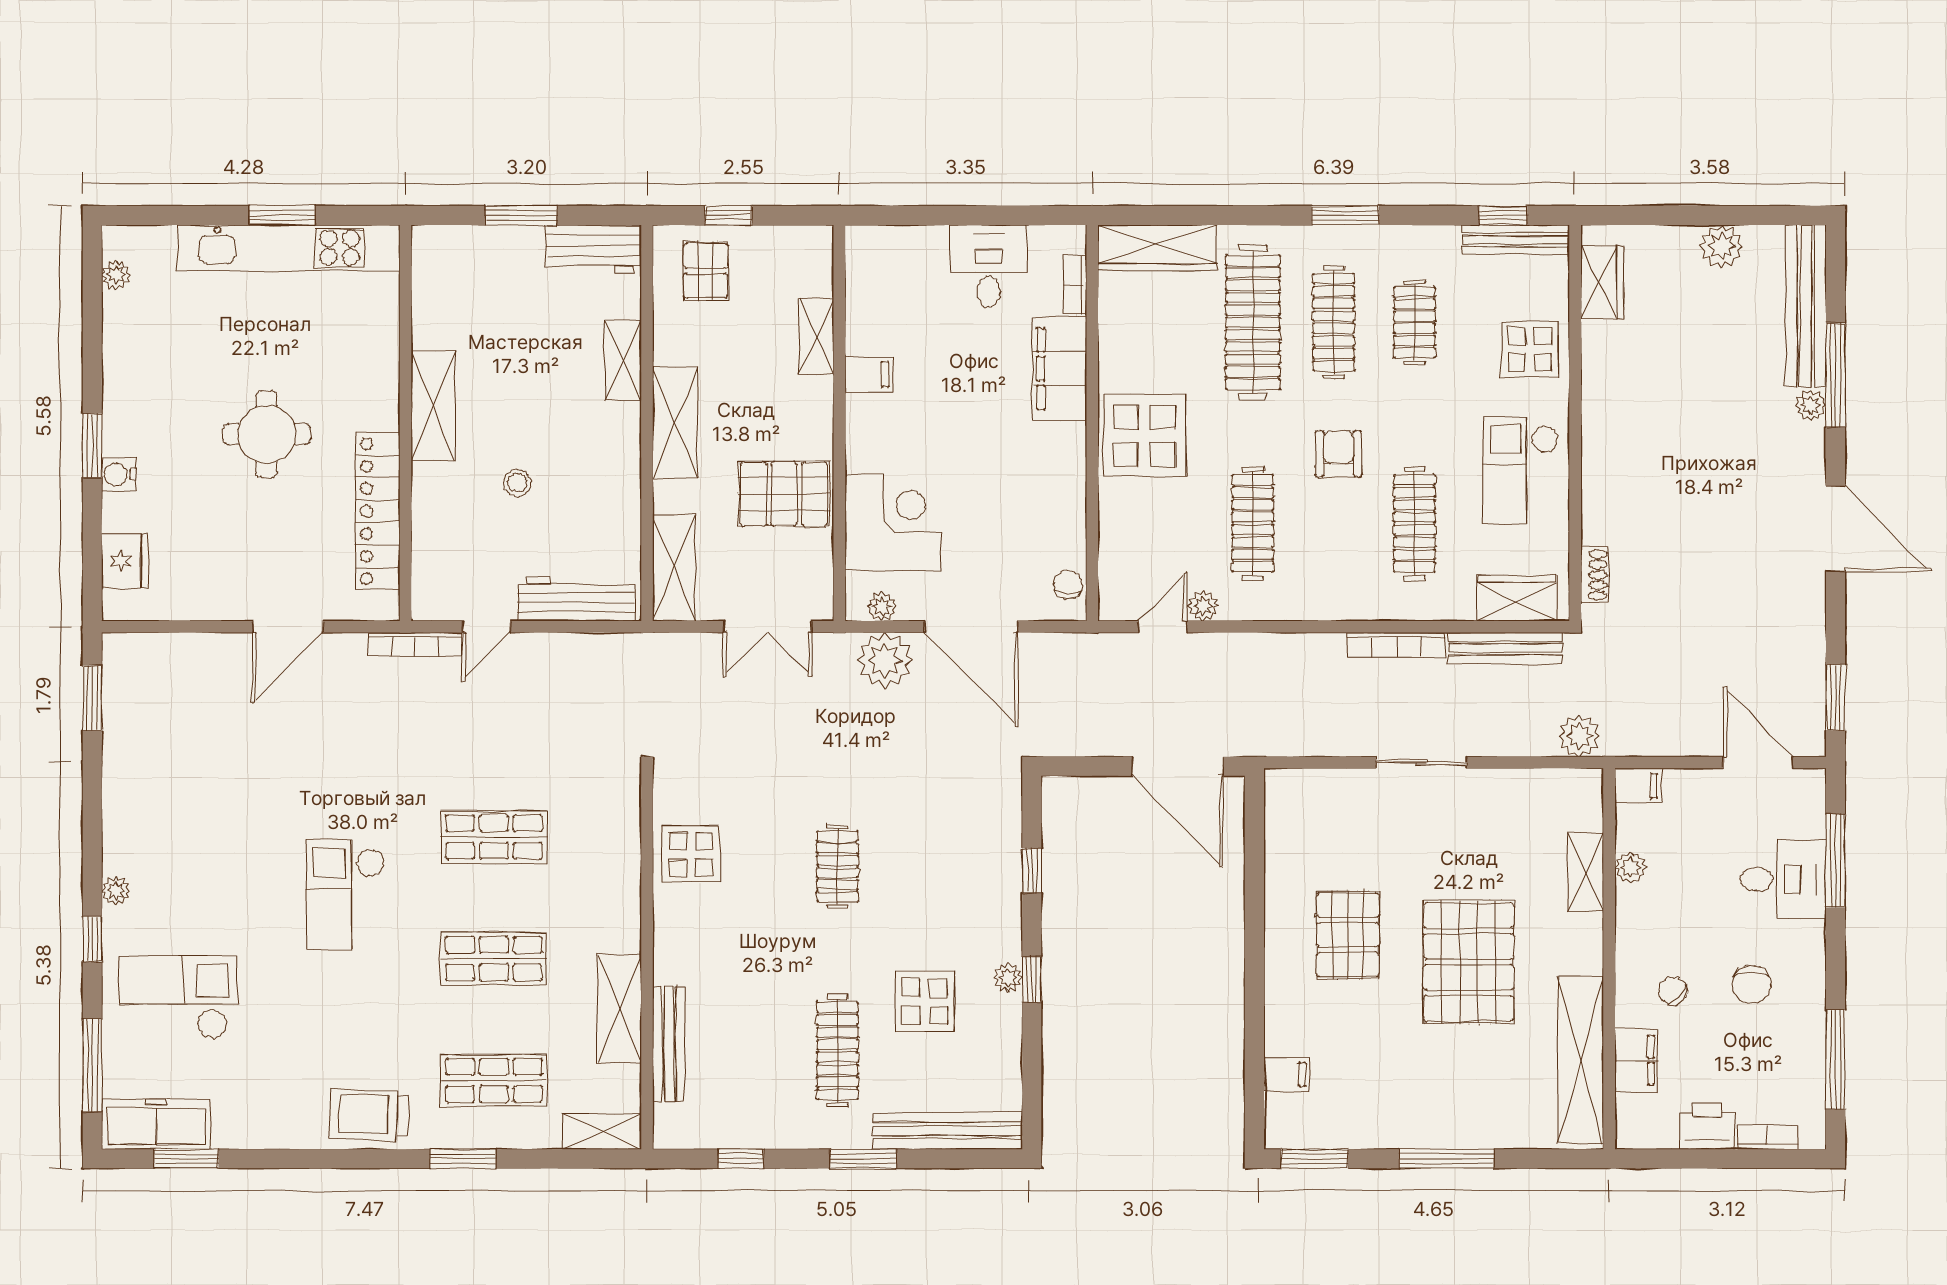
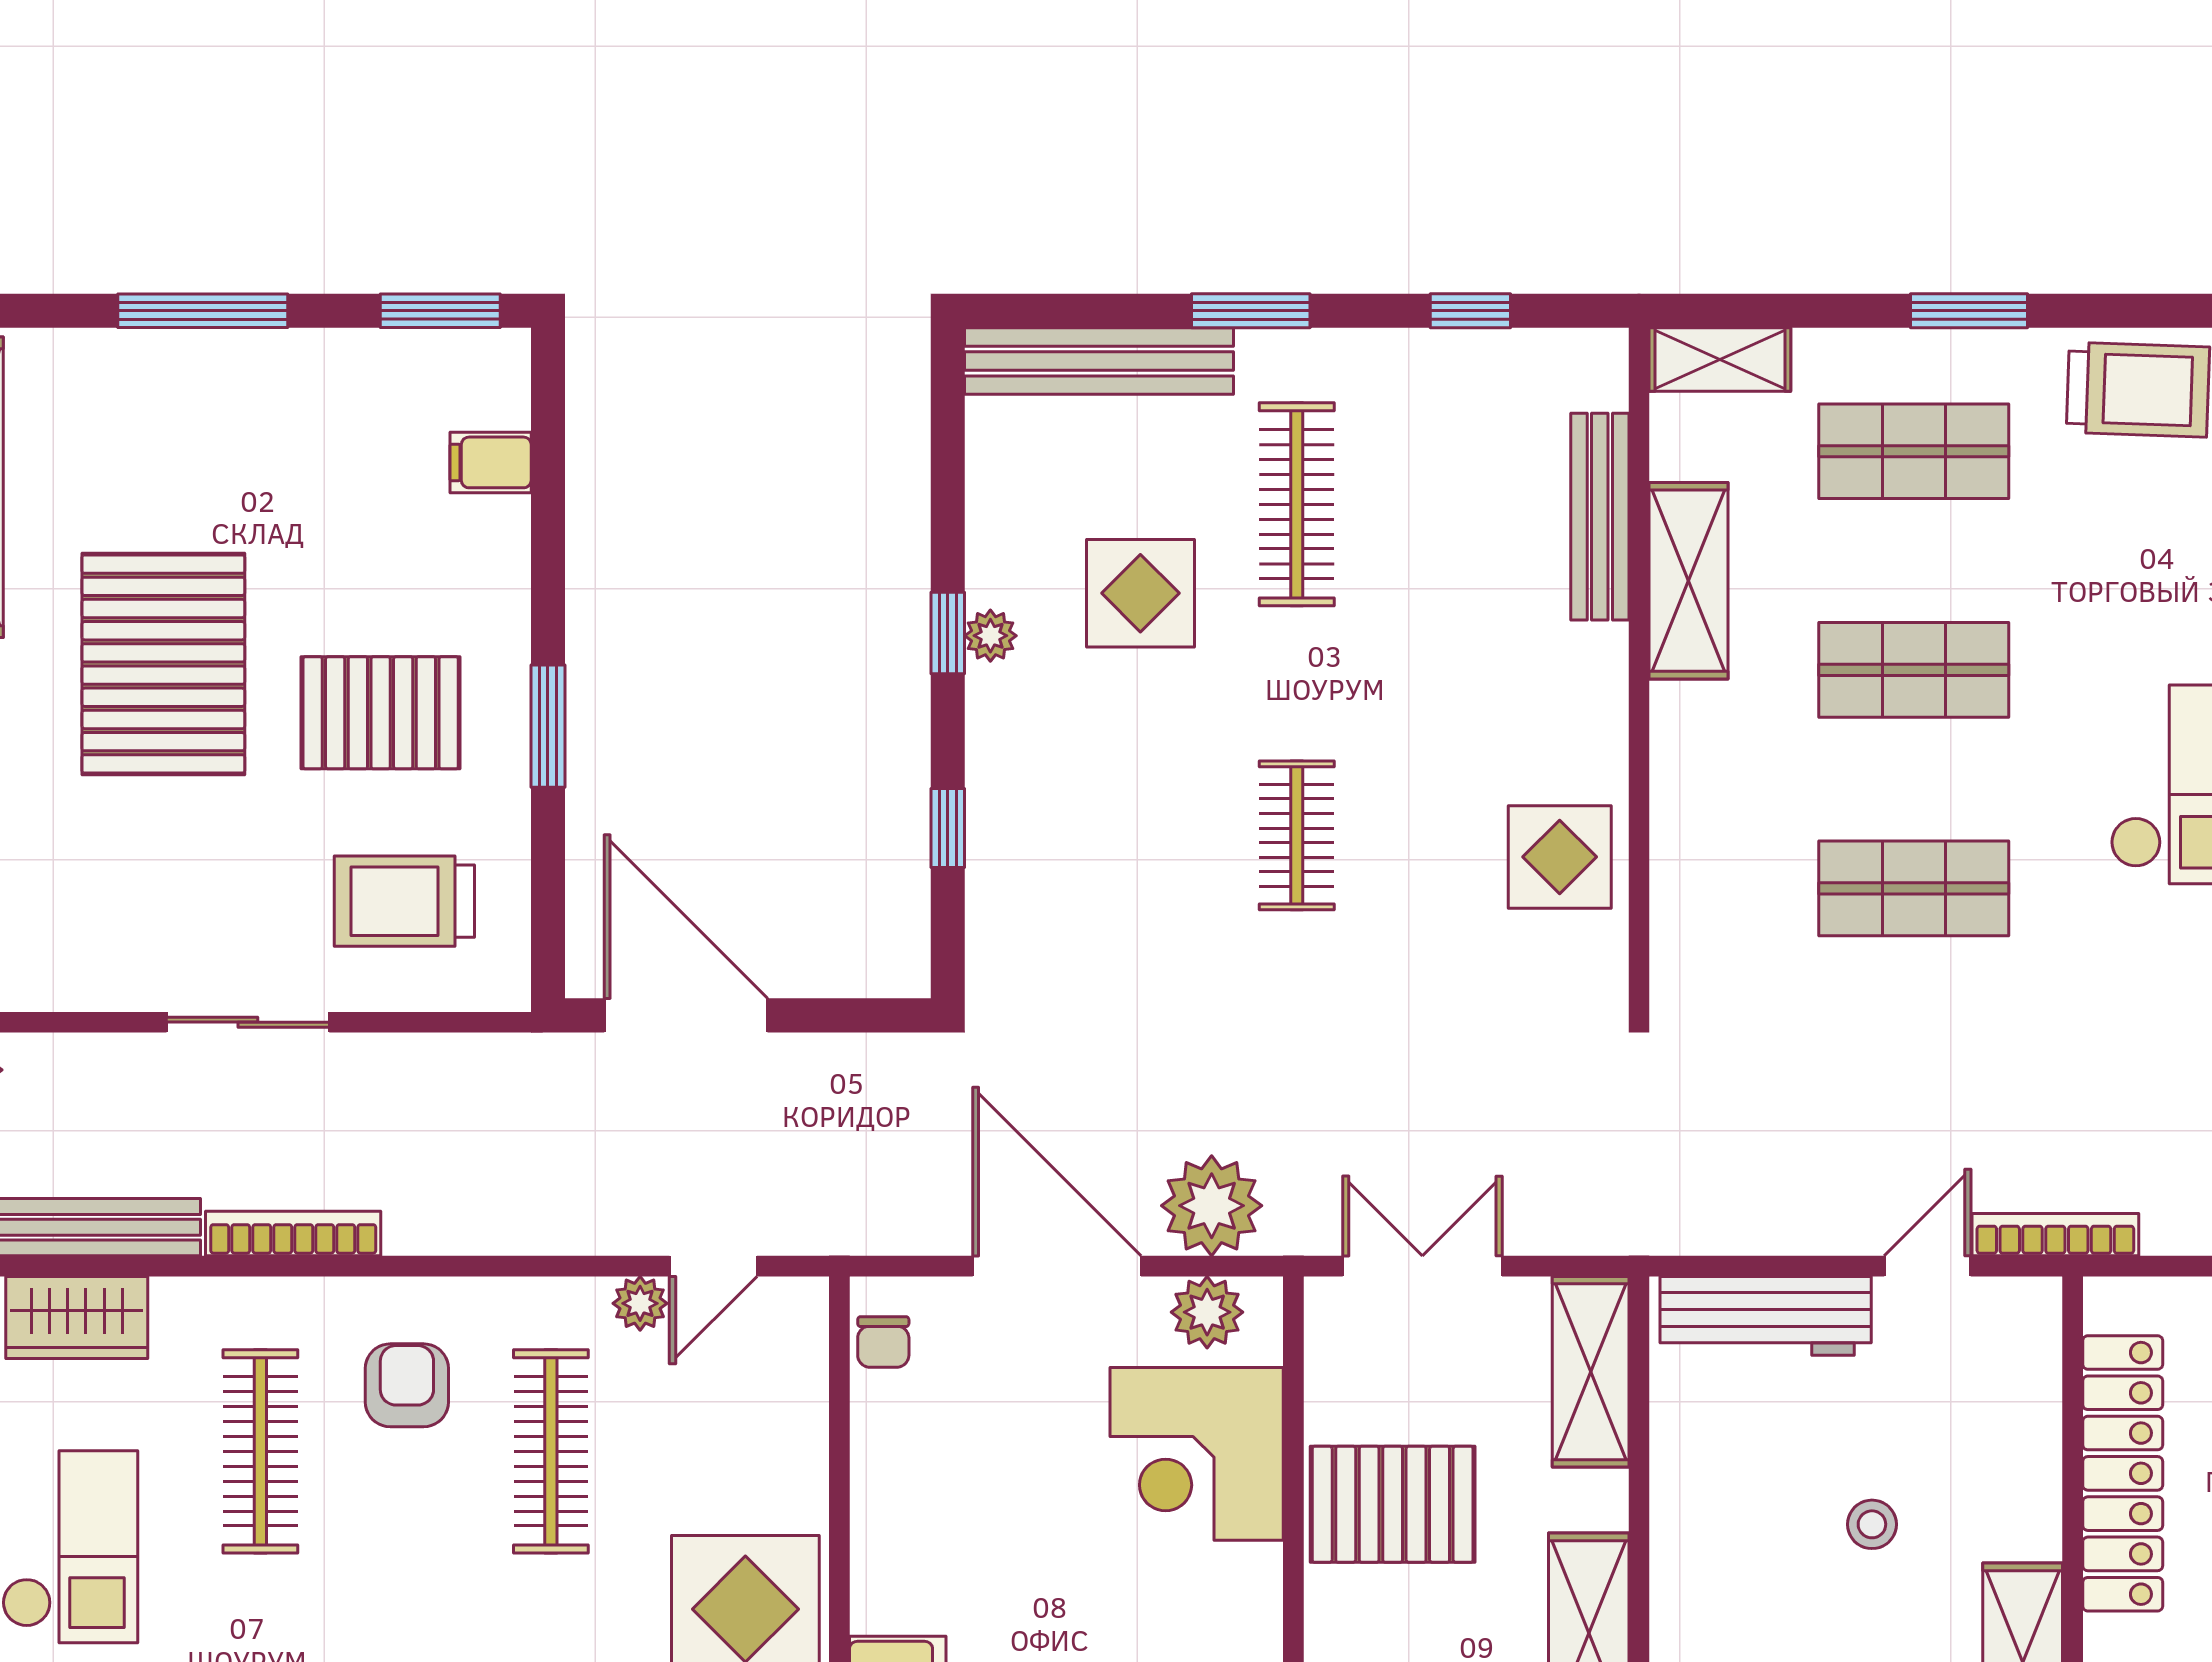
armchair: (1339, 454) -> (407, 1385), moved, turned 180
plant: (882, 606) -> (1207, 1312), width x1.38, depth x1.38
trolley: (1334, 830) -> (404, 901), added
window: (1254, 927) -> (548, 726), added
pallet: (1348, 935) -> (381, 713), turned 90

